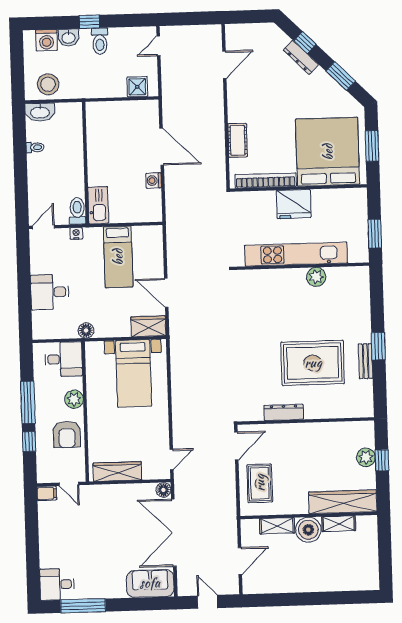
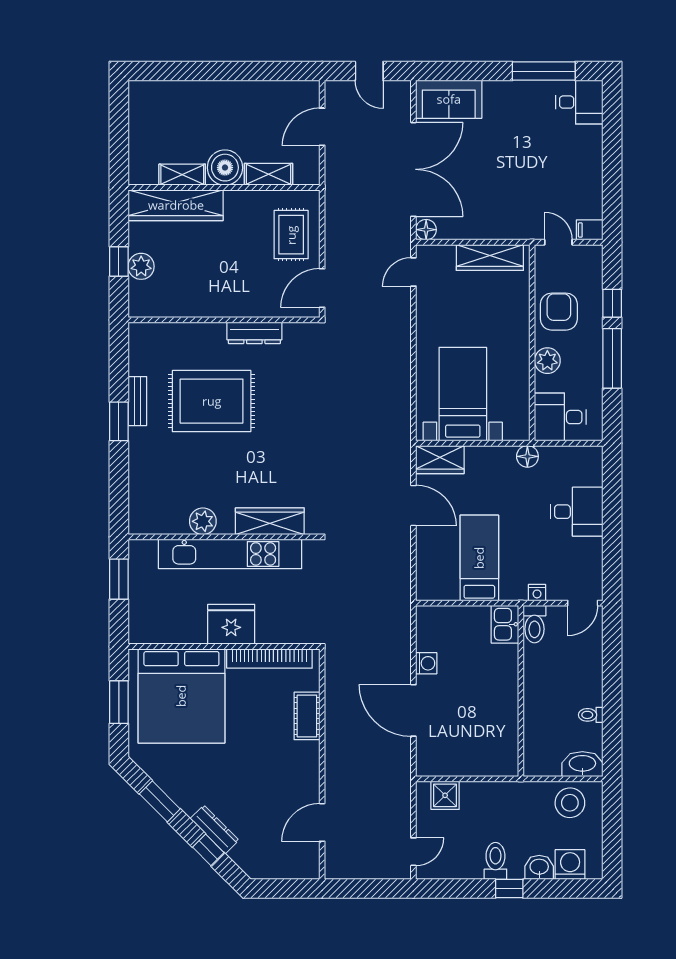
kitchen sink: (98, 205) -> (505, 624), width x0.73
wardrobe: (268, 278) -> (270, 521), added

